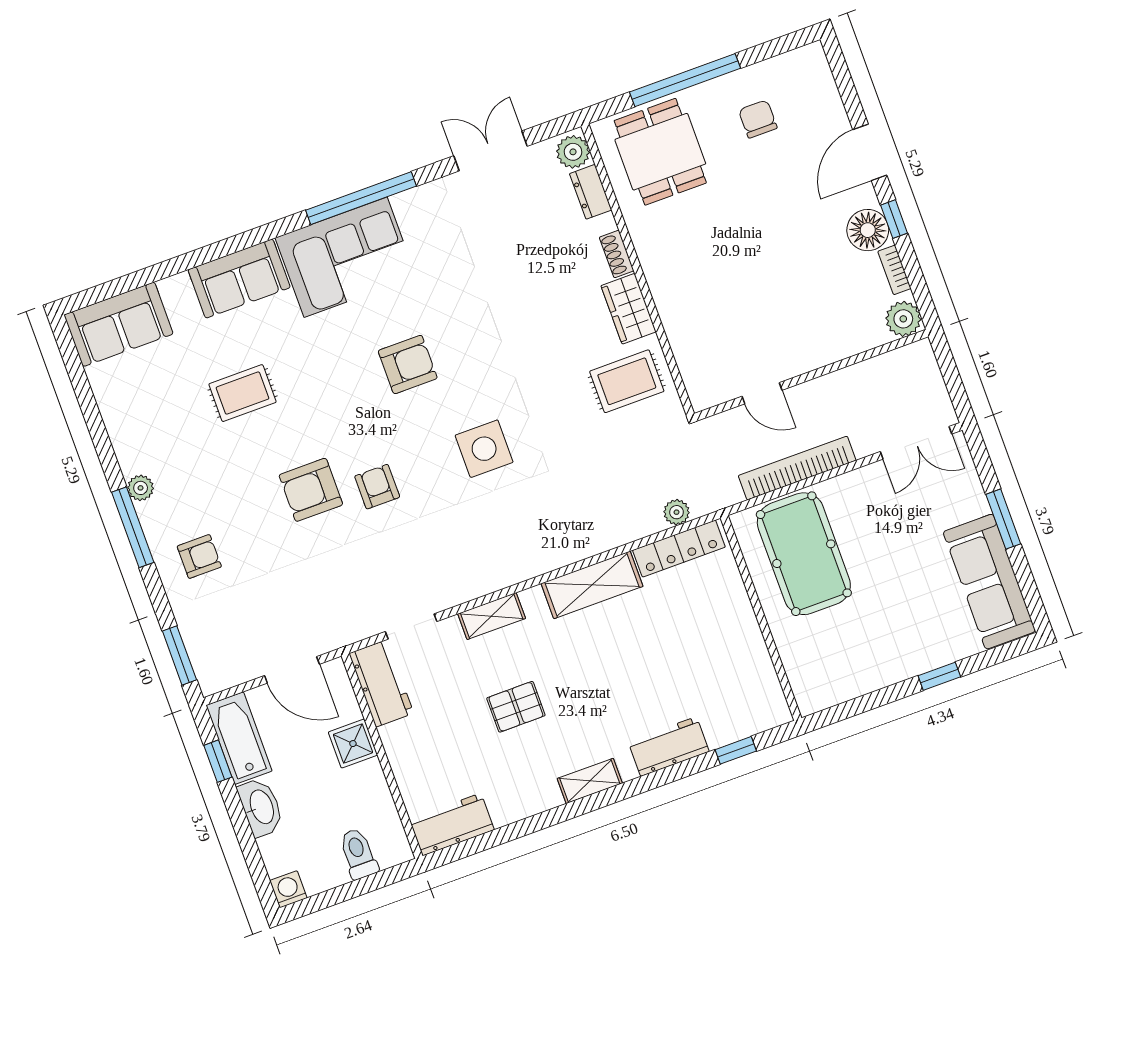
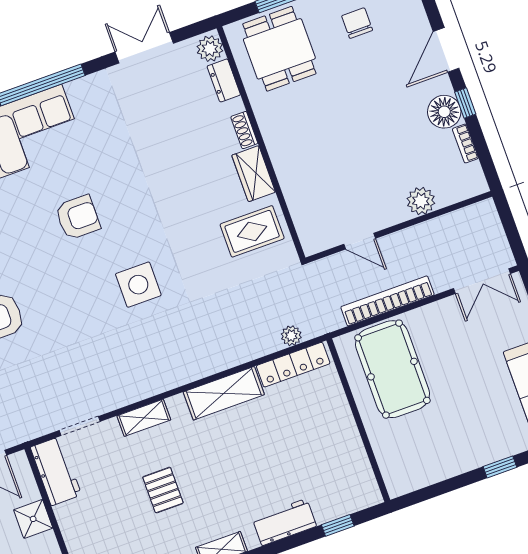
plant: (903, 319) -> (421, 201), moved
armchair: (377, 487) -> (53, 315), removed
pallet: (516, 707) -> (163, 490), turned 90

